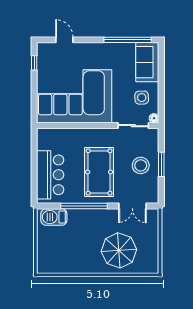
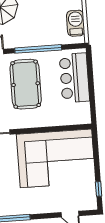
barbecue: (54, 217) -> (76, 23), moved, turned -90

